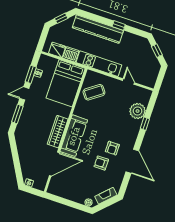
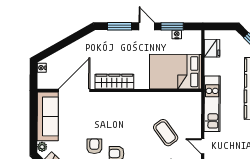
dishwasher: (71, 54) -> (212, 66), removed
door: (129, 82) -> (203, 146), swing flipped
coffee table: (94, 92) -> (166, 133), moved
sofa: (74, 136) -> (48, 116), moved, turned -90
door: (54, 164) -> (74, 90), swing flipped

